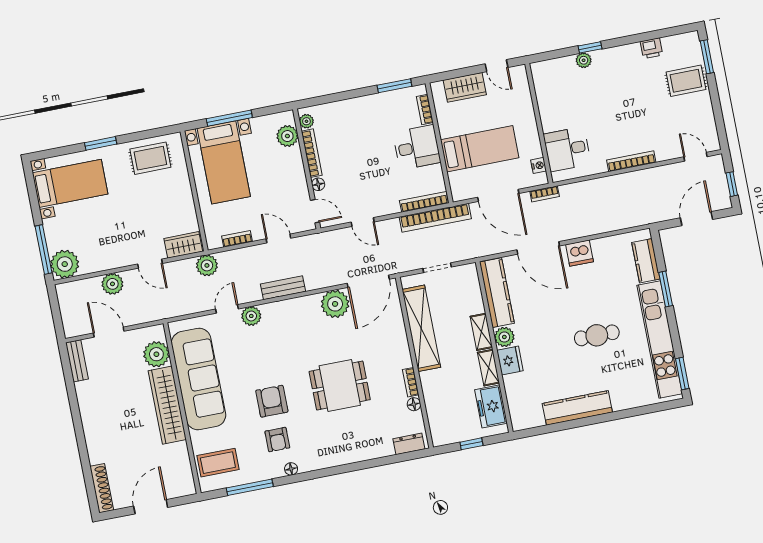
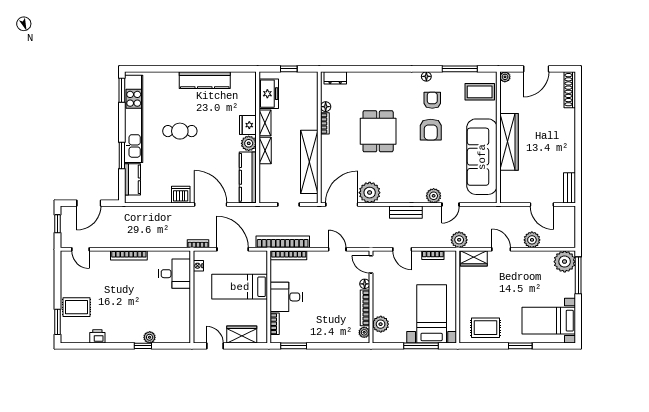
plant: (156, 354) -> (505, 77), moved, width x0.53, depth x0.53
dining table: (340, 386) -> (378, 131), turned 90

